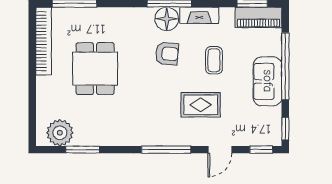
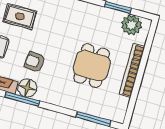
bookcase: (44, 41) -> (132, 70), moved

